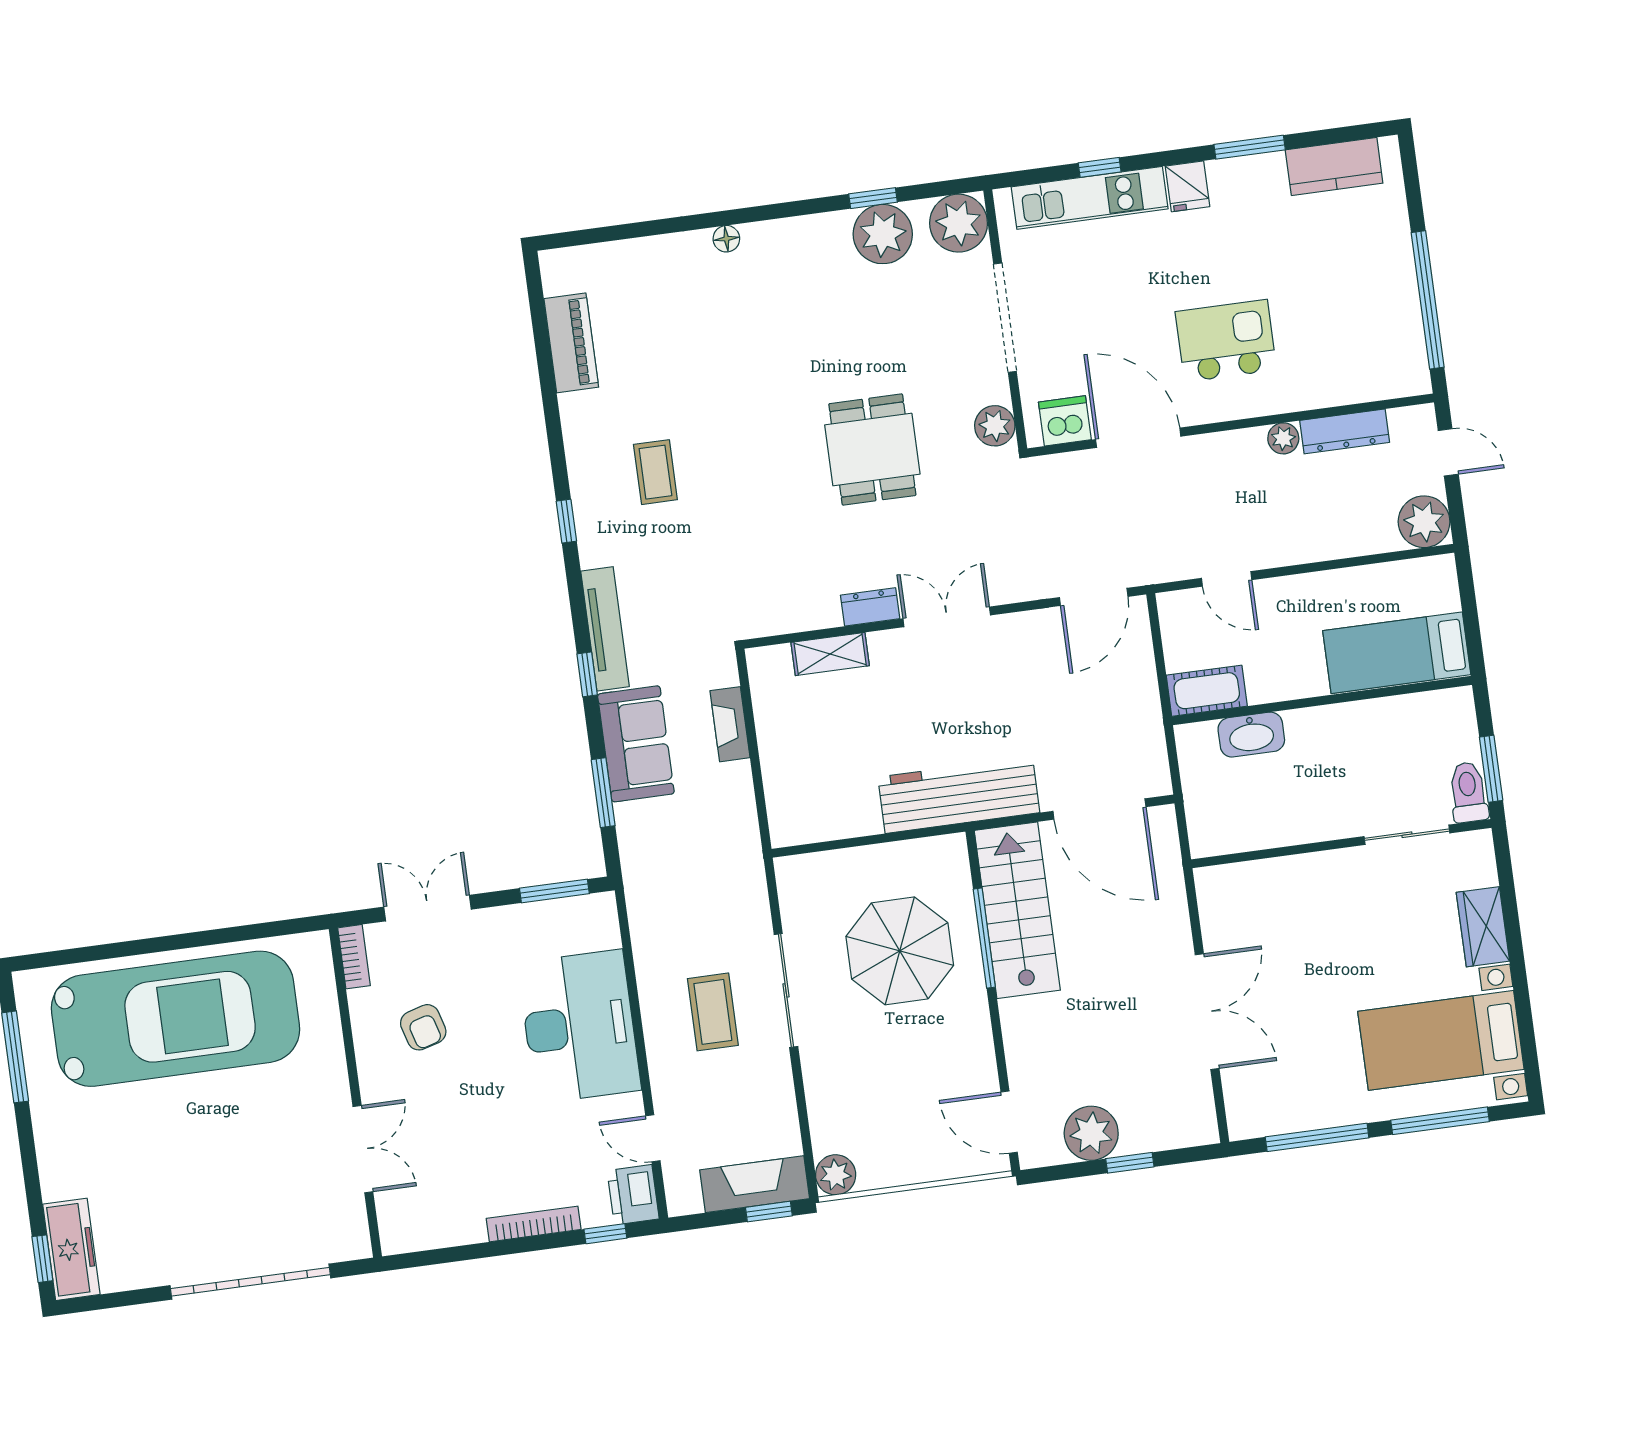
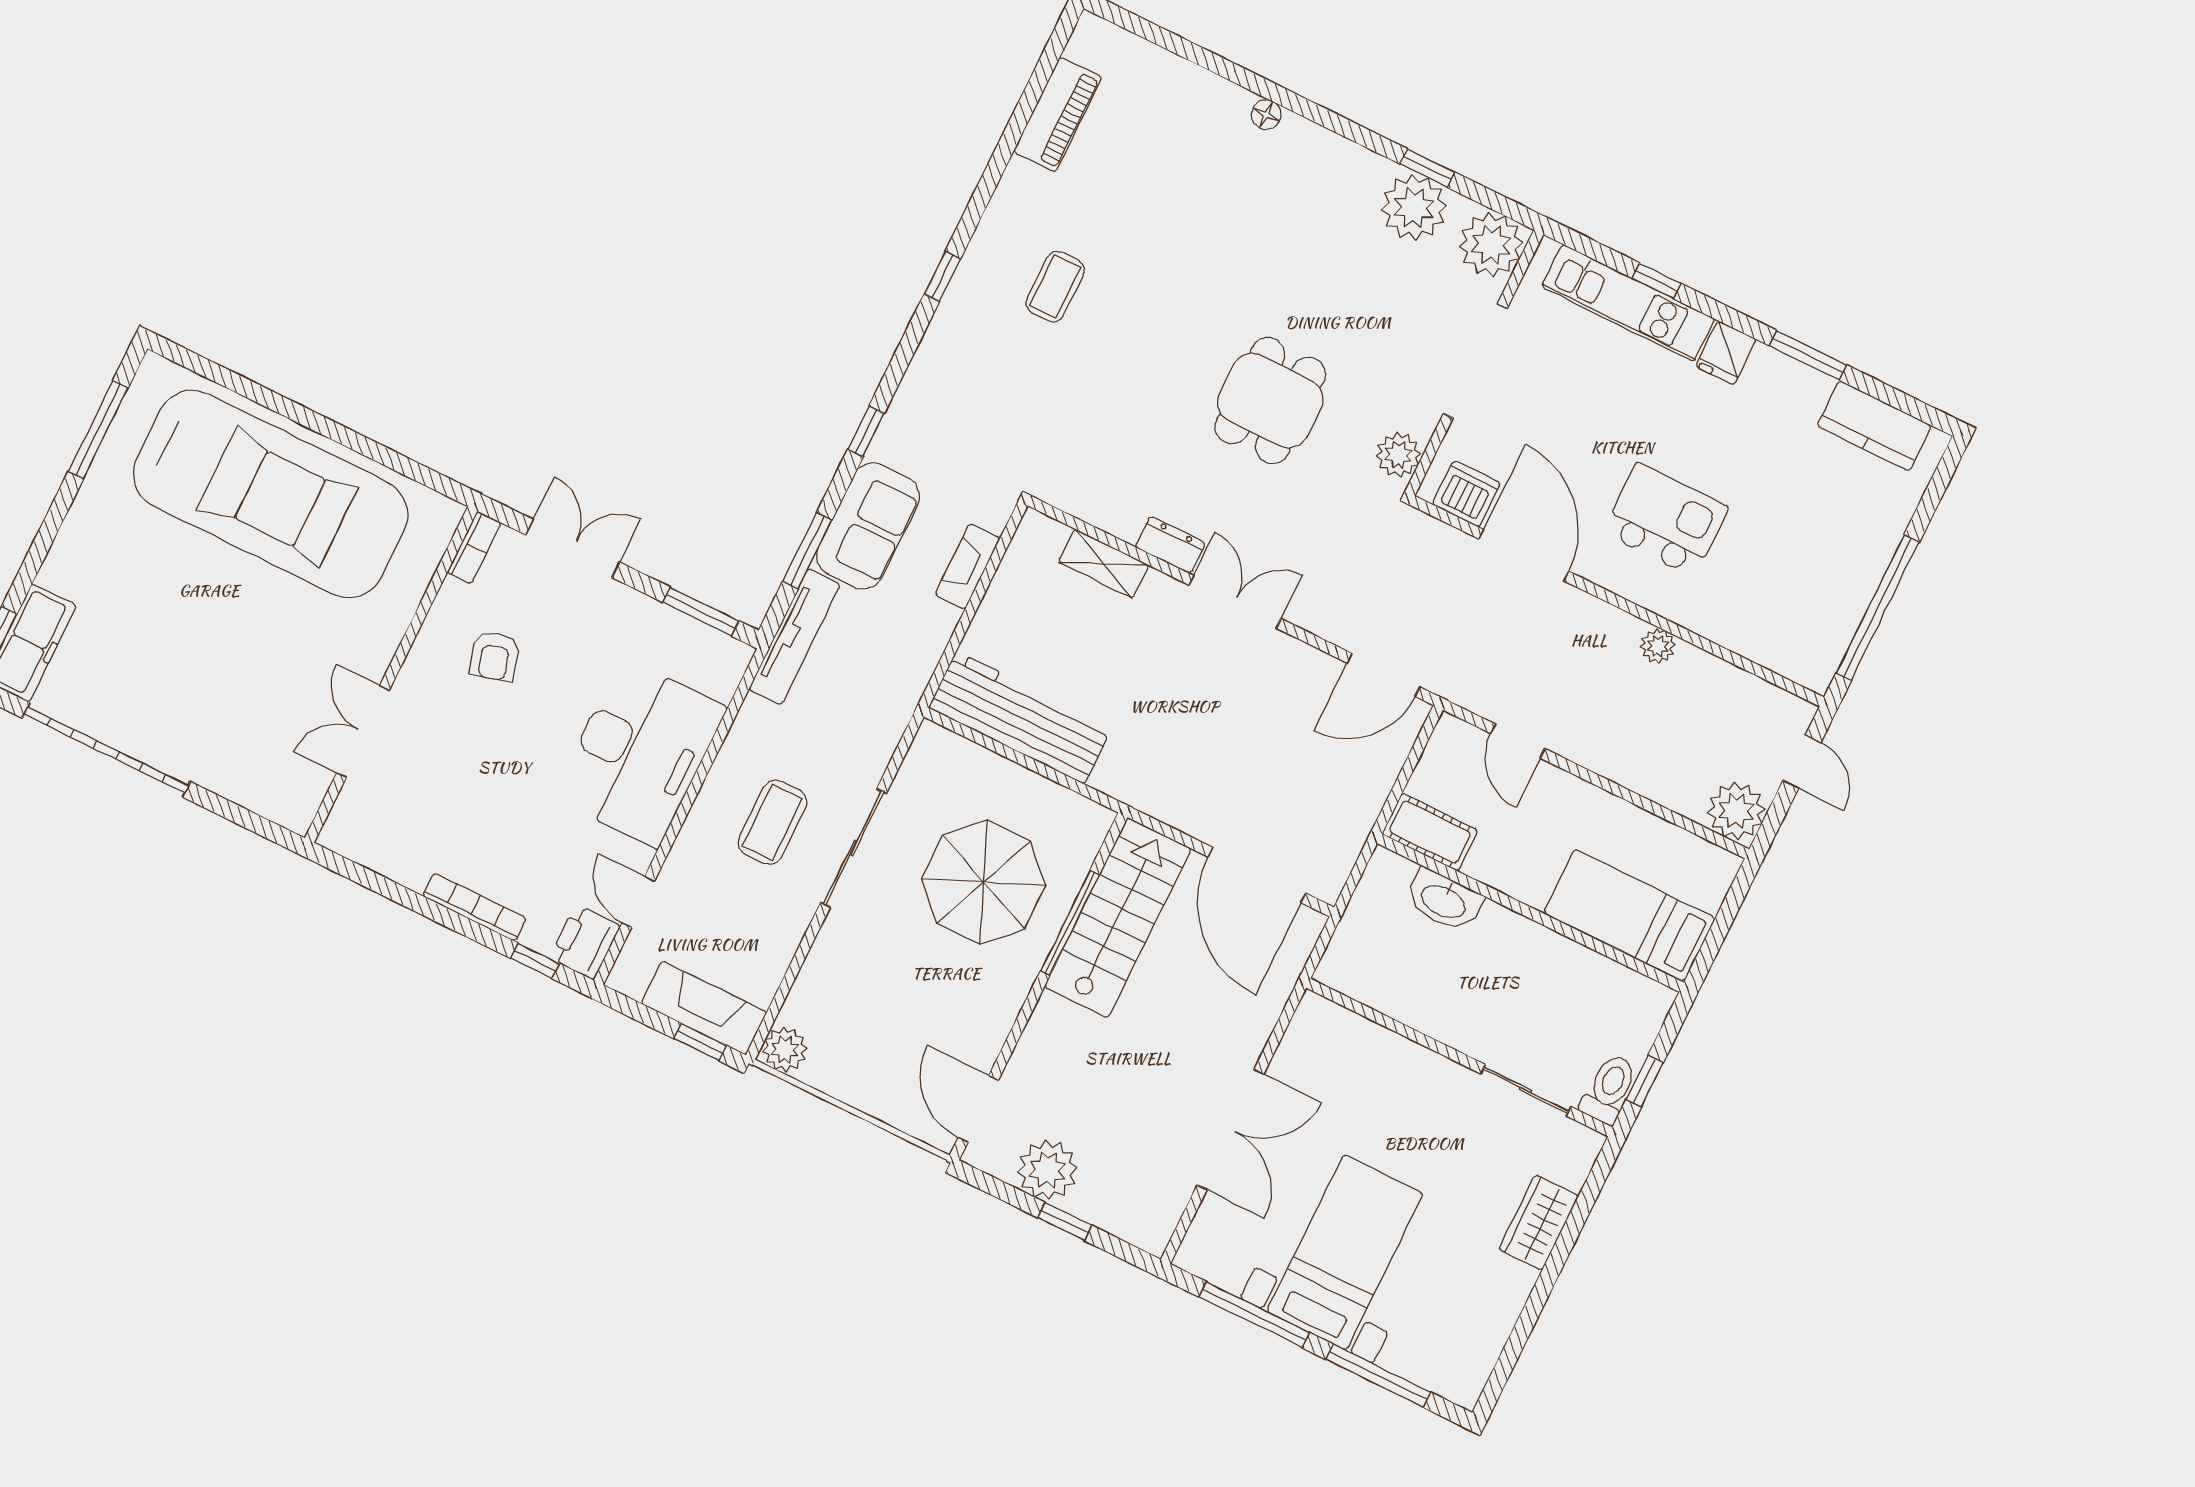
dresser: (1345, 431) -> (1719, 678), removed
tv unit: (605, 629) -> (795, 637), moved
window: (1491, 769) -> (1645, 1081), width x0.67
workbench: (959, 795) -> (1020, 718), moved
bed with nightstands: (1441, 1040) -> (1345, 1252), moved, turned 90
double door: (363, 1149) -> (363, 732), swing flipped
garage door: (250, 1282) -> (106, 750), moved

